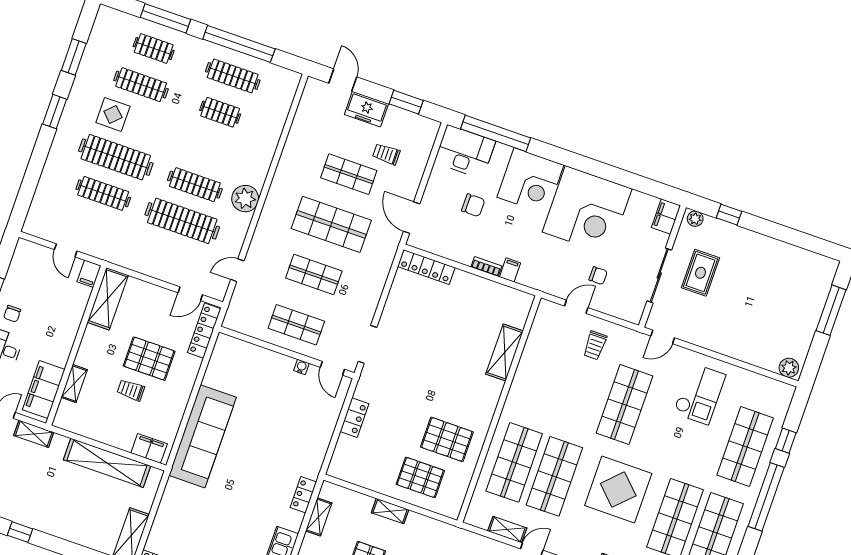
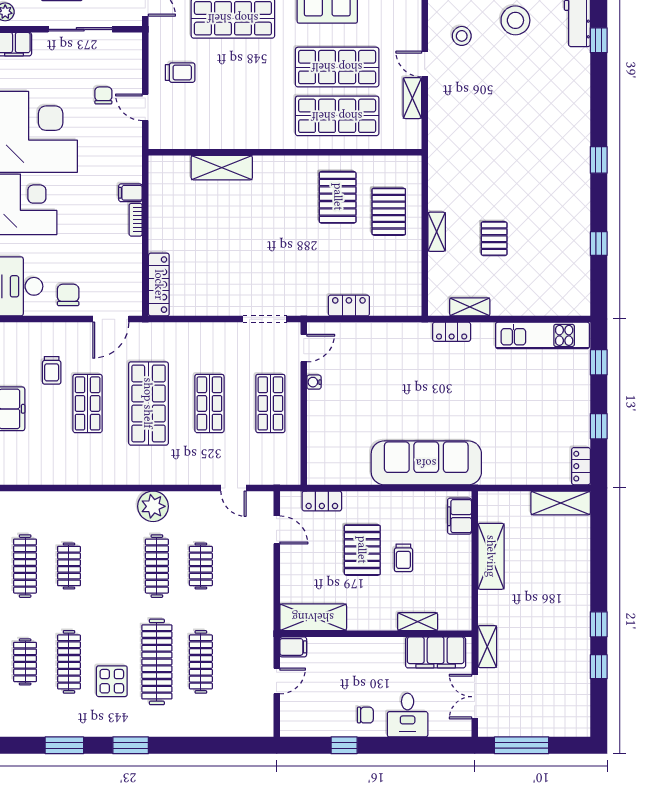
chair: (473, 205) -> (68, 295), moved
clothes rail: (182, 221) -> (201, 566), width x0.54, depth x0.76
locker: (204, 331) -> (322, 501), width x0.66
shelving: (107, 463) -> (491, 556), width x0.68

